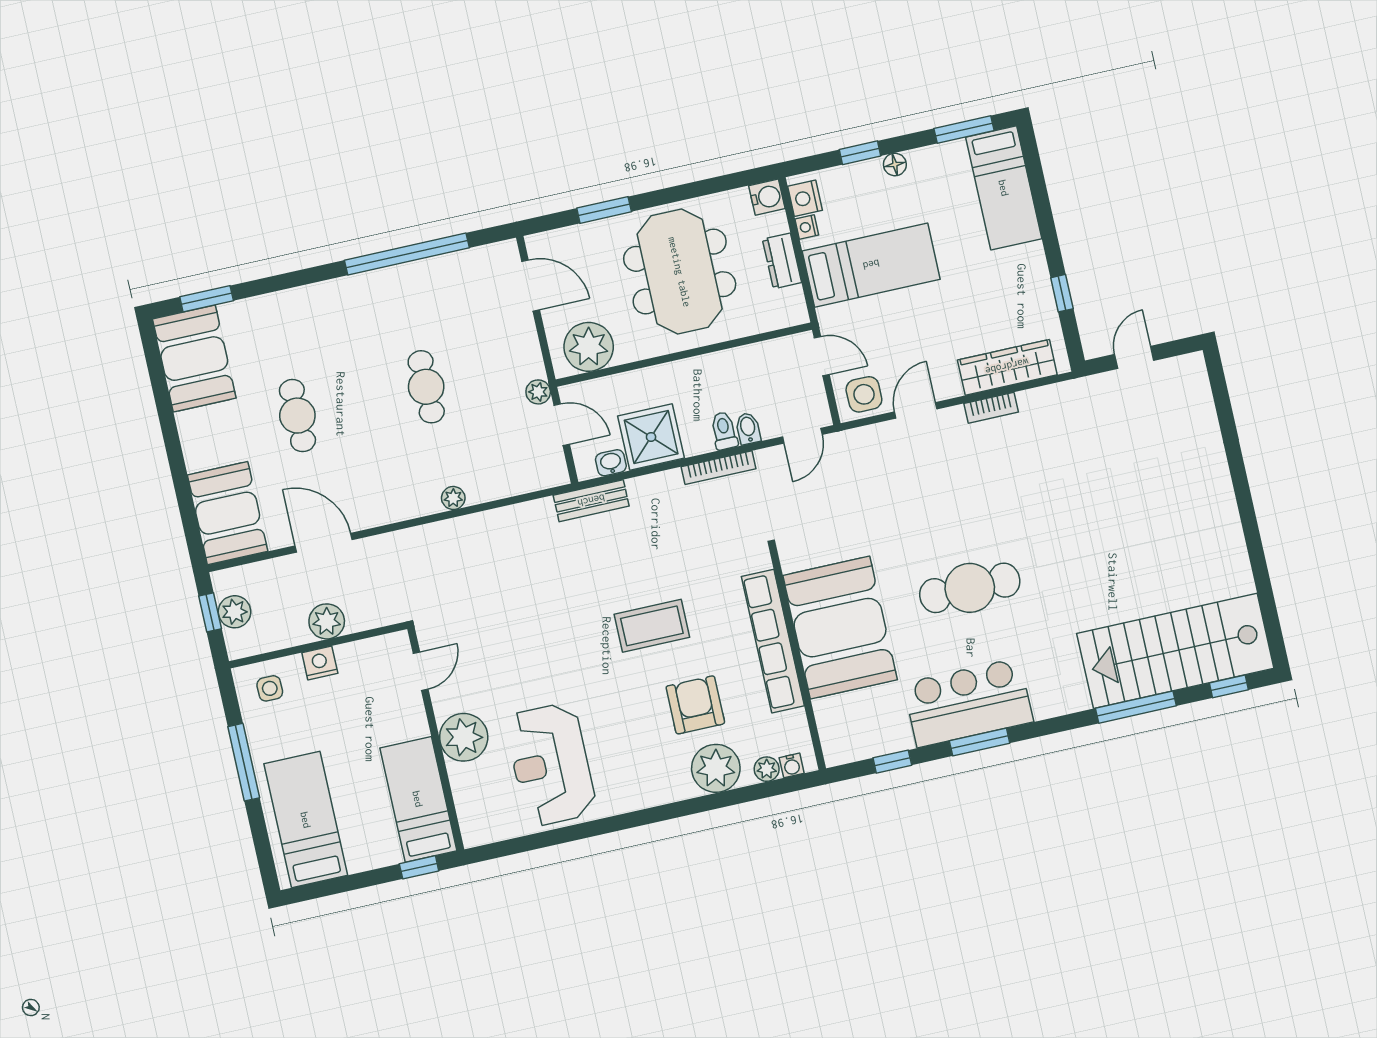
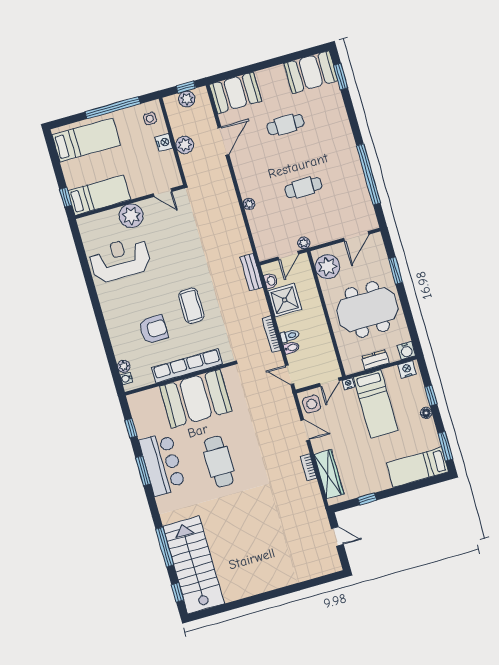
nightstand: (807, 227) -> (348, 384), moved
window: (244, 762) -> (113, 108), width x1.46
plant: (716, 768) -> (123, 341), removed

